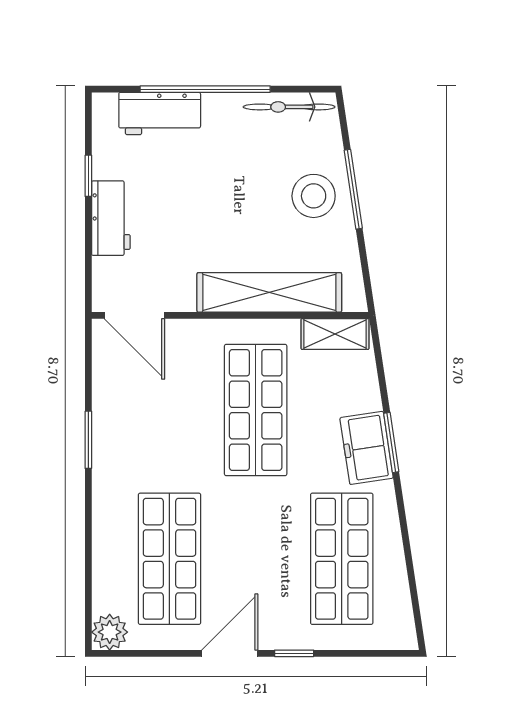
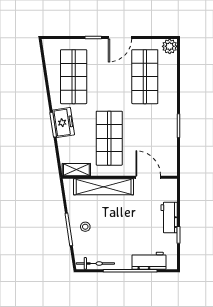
stool: (314, 196) -> (85, 227), width x0.53, depth x0.53
door: (134, 315) -> (148, 177), moved

